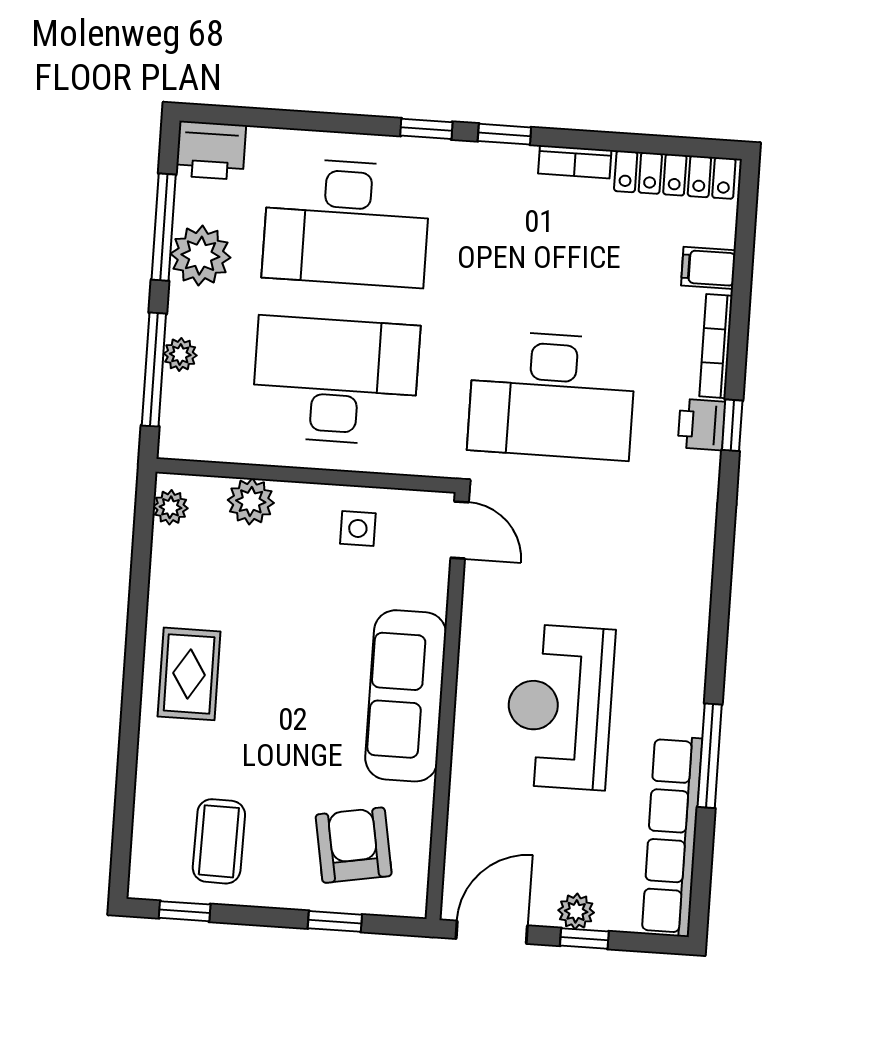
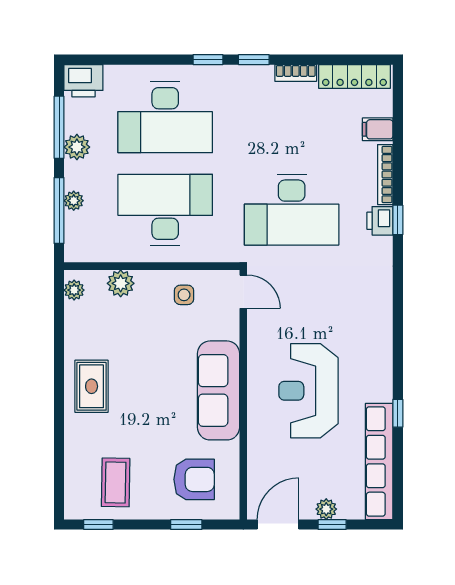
plant: (200, 256) -> (77, 147), width x0.73, depth x0.73
window: (710, 756) -> (398, 413), width x0.46
armchair: (354, 845) -> (194, 479), turned 100

